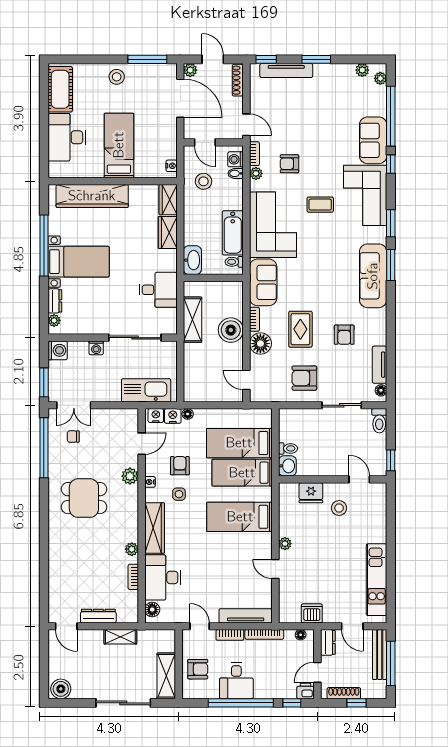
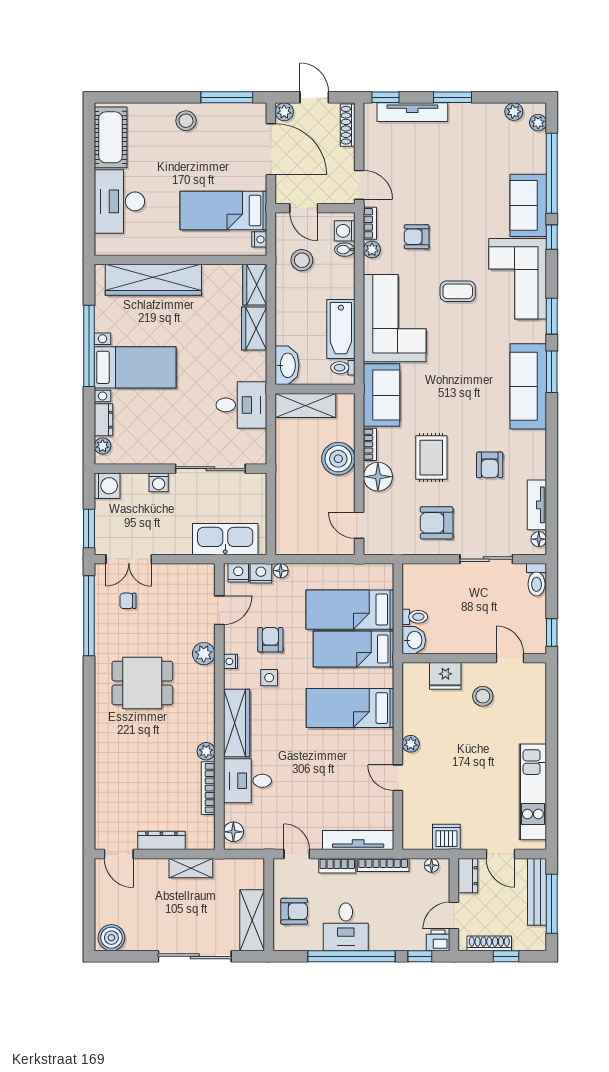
bed: (119, 145) -> (223, 211), moved, turned -90
shelving: (193, 320) -> (305, 405), moved, turned 90
bookcase: (133, 577) -> (208, 788), width x1.56
desk: (163, 577) -> (247, 781), width x0.73

